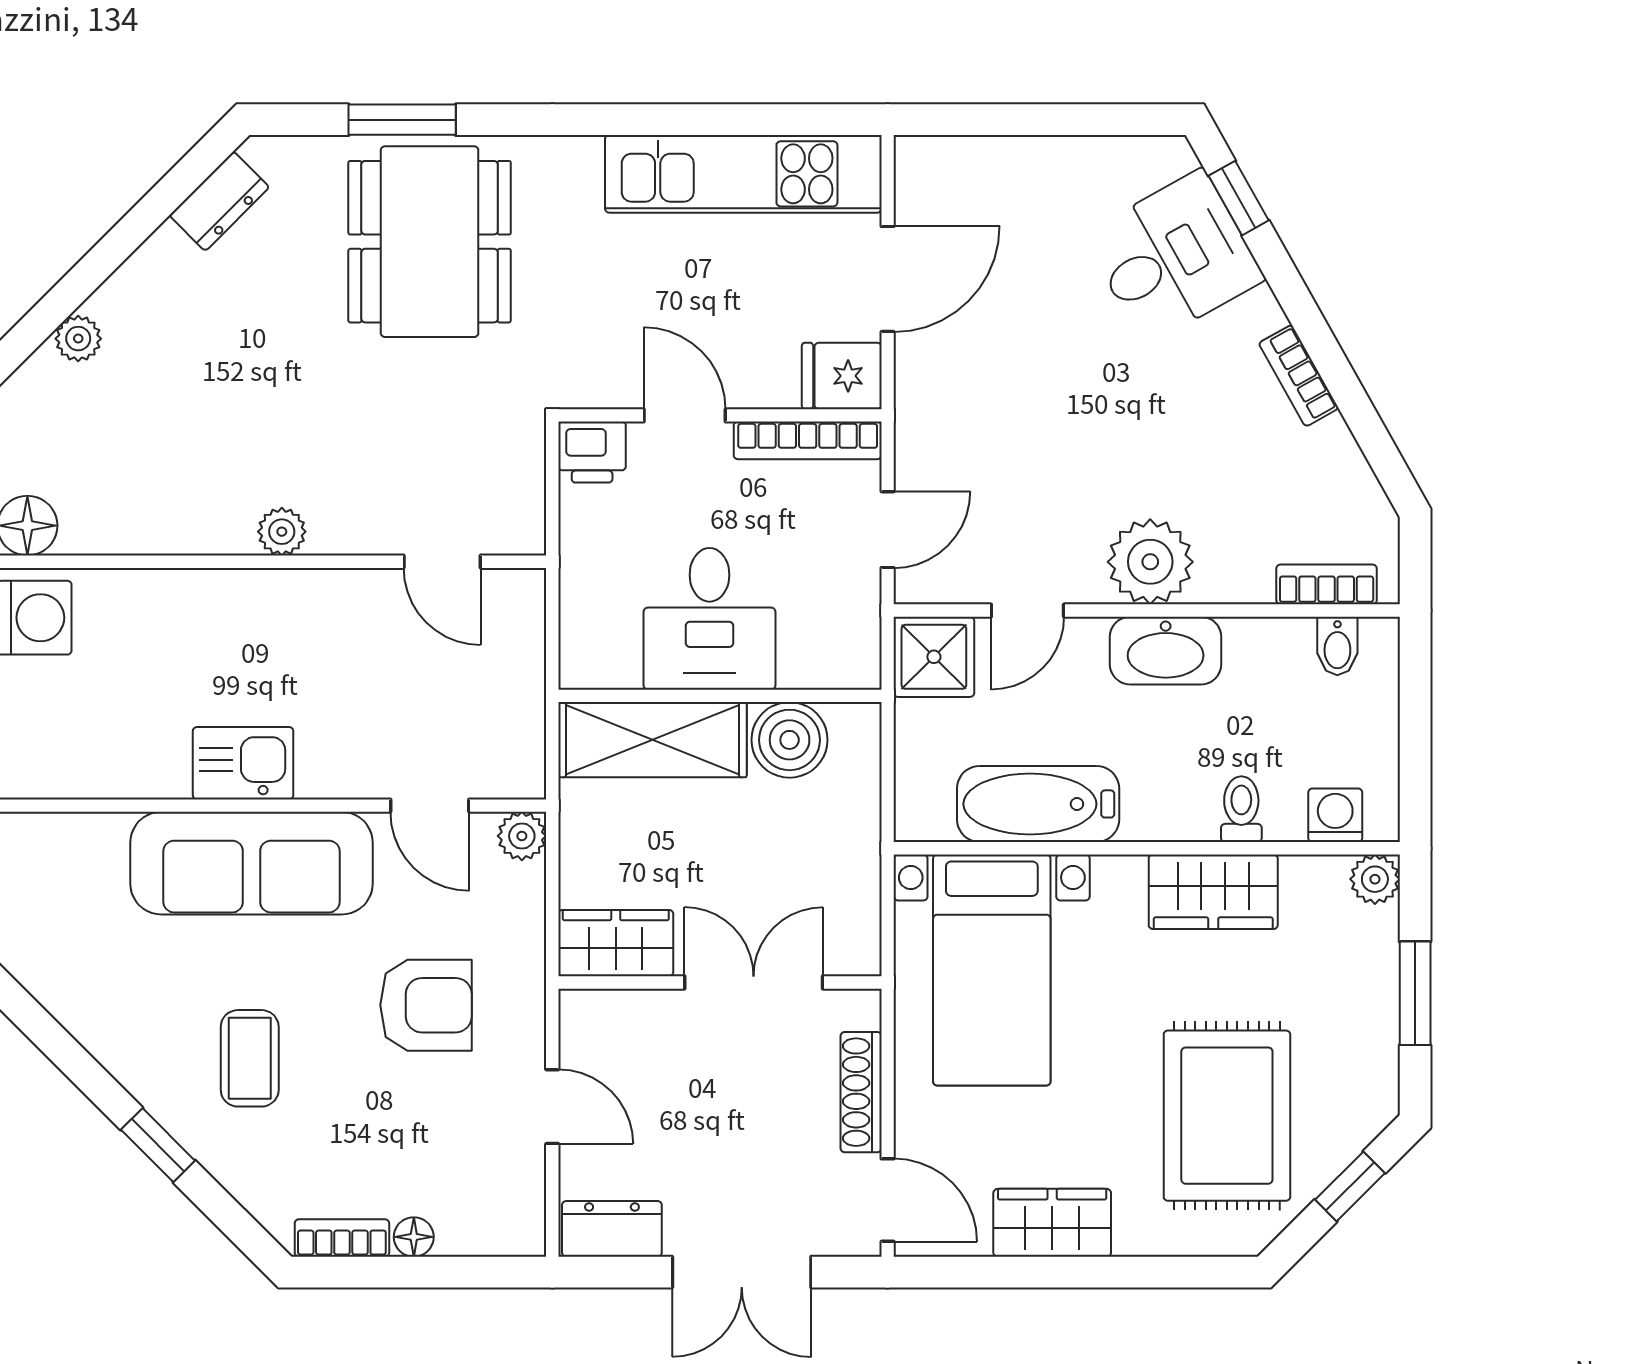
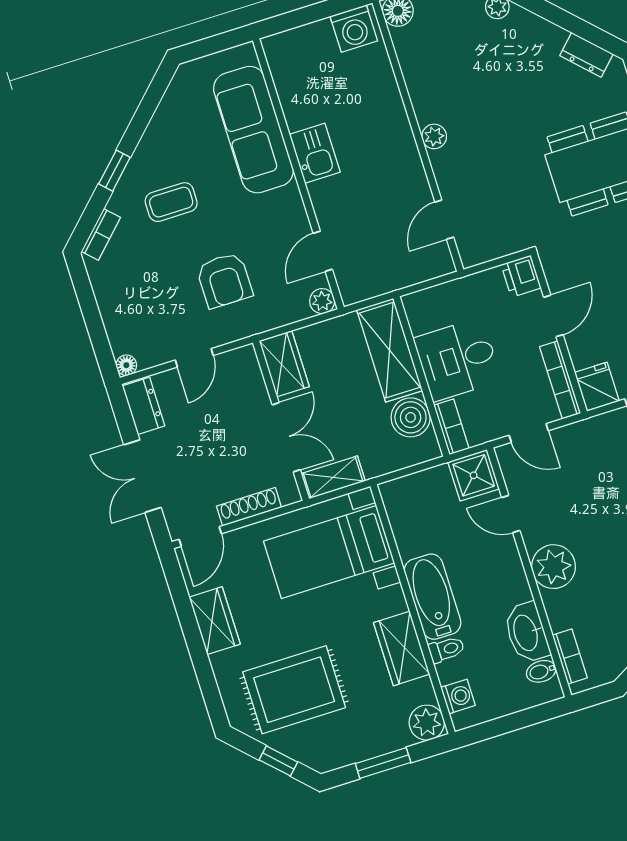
washbasin: (1166, 651) -> (527, 633), moved
bookcase: (831, 669) -> (451, 427), added
bathtub: (1038, 804) -> (433, 597), moved
sofa: (252, 863) -> (253, 130), moved
plant: (1375, 879) -> (427, 723), width x1.38, depth x1.38
shelving: (856, 919) -> (333, 477), added
floor lamp: (414, 1237) -> (126, 365), moved
bookcase: (342, 1238) -> (101, 234), moved, turned 45

